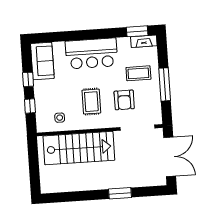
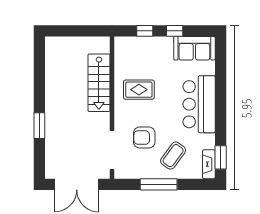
coffee table: (138, 73) -> (173, 156), turned 36
rug: (91, 102) -> (139, 90), moved
side table: (60, 118) -> (129, 63), removed
stairs: (79, 148) -> (99, 83), width x0.73, depth x0.66

